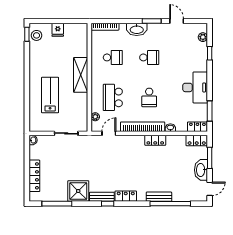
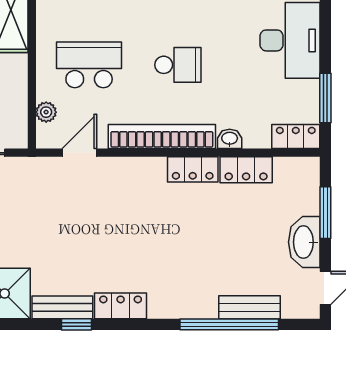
school desk: (113, 97) -> (89, 65), turned 90
school desk: (149, 97) -> (178, 65), turned -90
locker: (197, 140) -> (246, 170), moved
bench: (159, 197) -> (250, 307), moved

